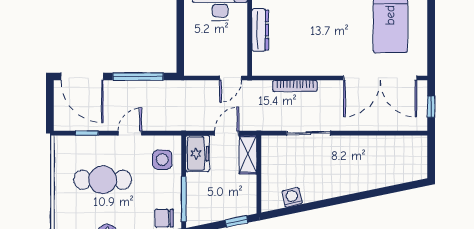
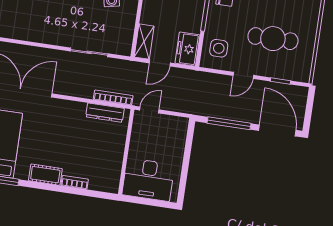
dresser: (260, 30) -> (105, 113), moved, turned -90
bookcase: (295, 86) -> (113, 98), moved

